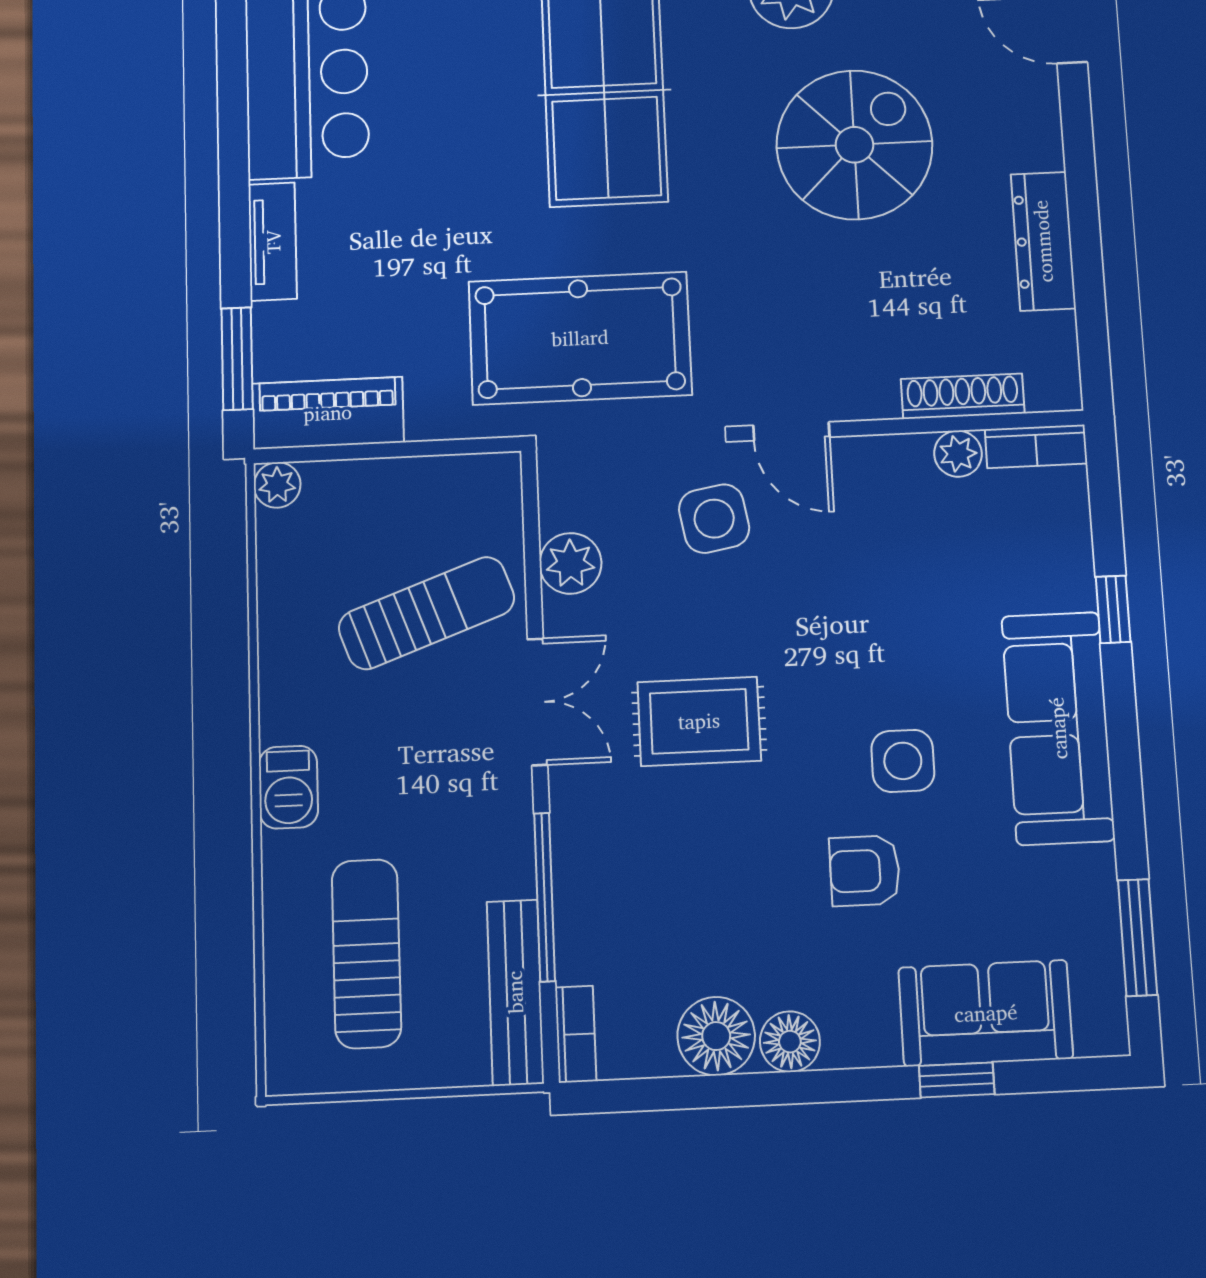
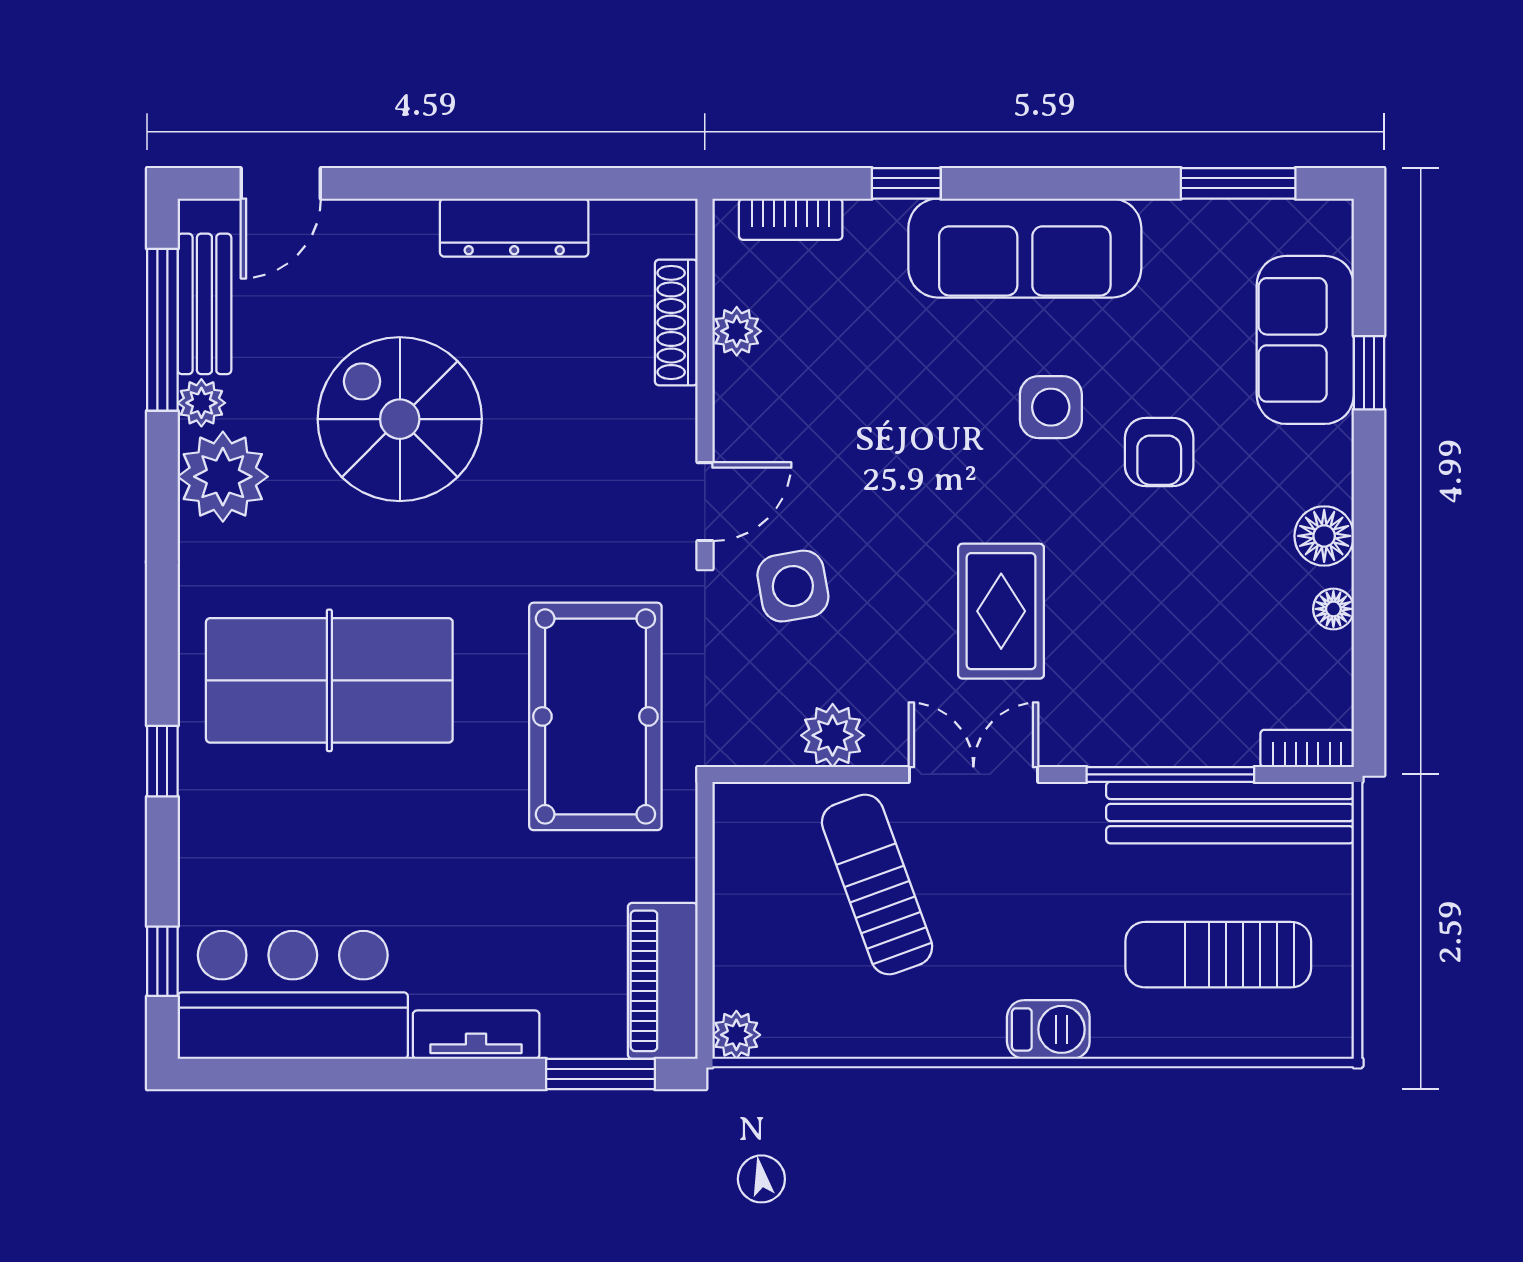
bookcase: (1036, 446) -> (791, 219), moved, turned 90
bench: (515, 992) -> (1230, 813), width x1.37, depth x1.21
floor lamp: (716, 1036) -> (1333, 609), width x0.53, depth x0.53

